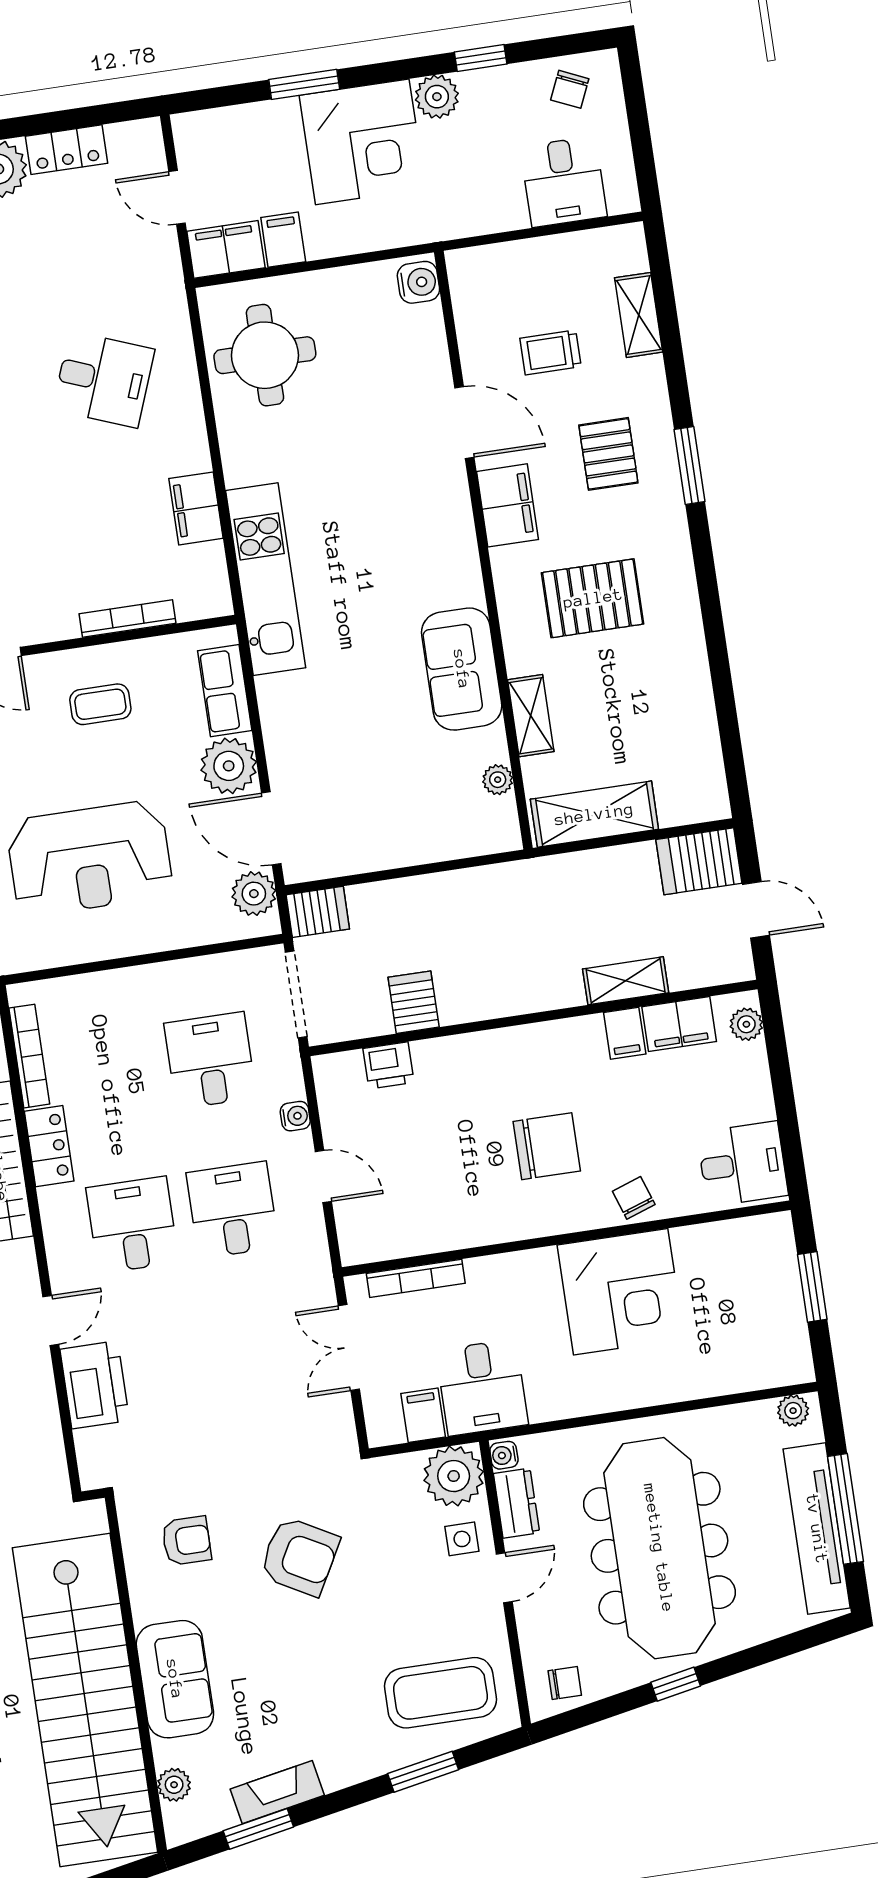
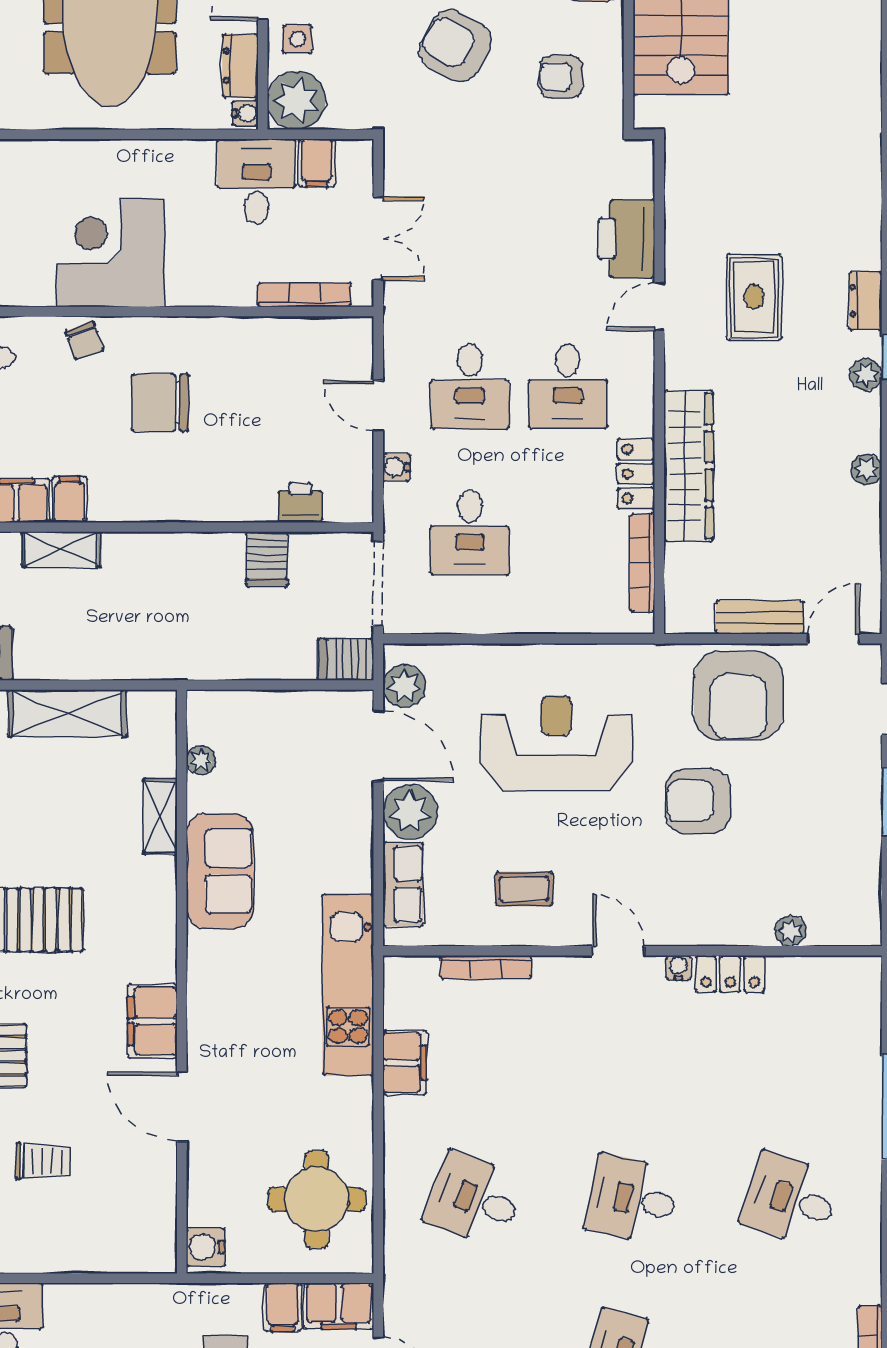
water cooler: (418, 282) -> (206, 1247), moved
door: (464, 422) -> (182, 1106), moved
filing cabinet: (507, 505) -> (152, 1021), moved
wall: (483, 550) -> (182, 982), moved
sofa: (462, 669) -> (220, 871), moved
shelving: (531, 716) -> (160, 817), moved
plant: (498, 780) -> (201, 760), moved

